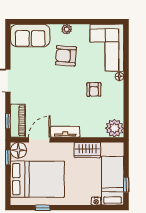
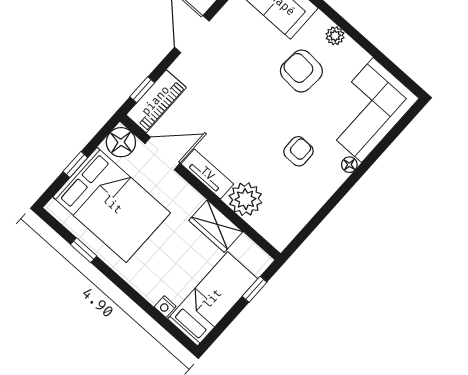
armchair: (94, 89) -> (298, 151), turned 180
plant: (115, 128) -> (245, 199), moved
window: (8, 157) -> (75, 165), moved
window: (126, 185) -> (255, 289), moved

